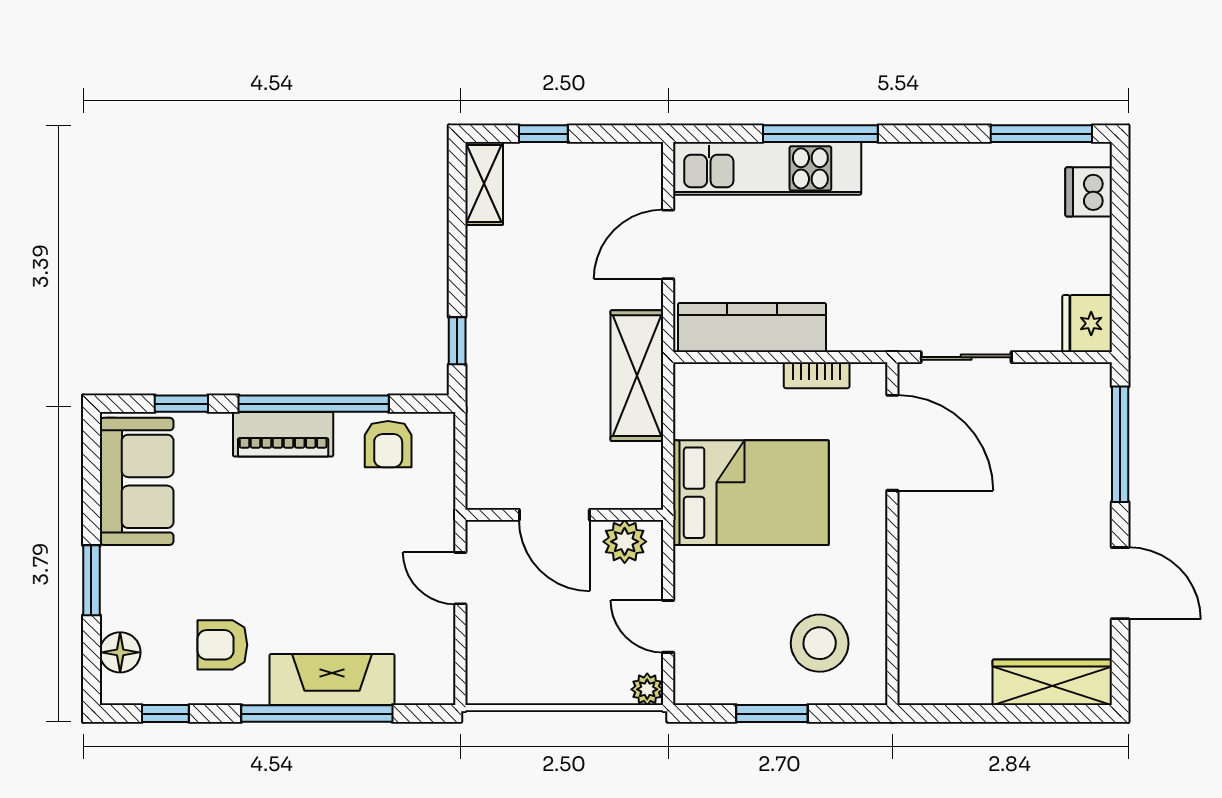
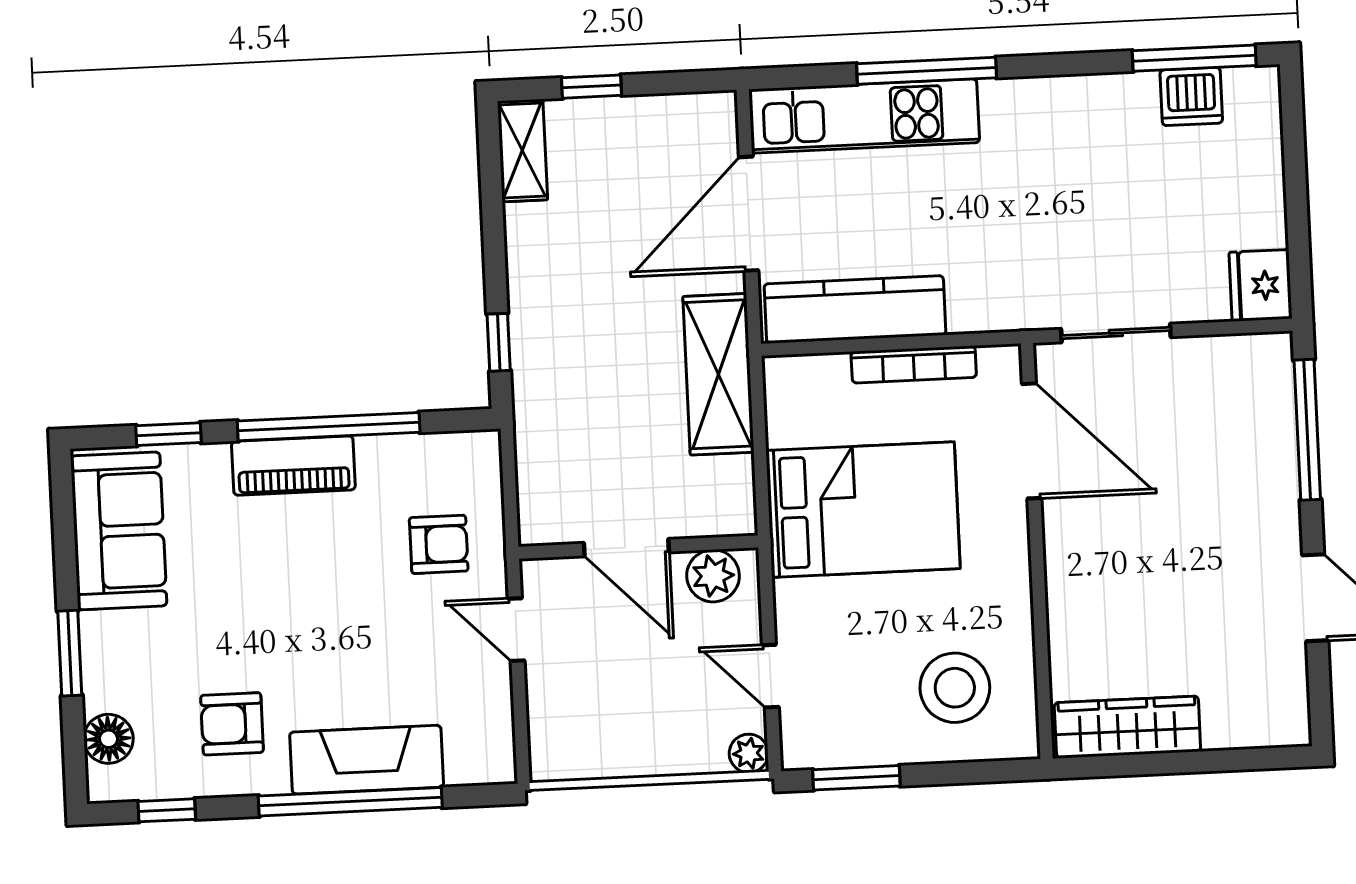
dishwasher: (1089, 192) -> (1191, 96), moved, turned -90
door: (668, 244) -> (749, 214), width x1.36
bookcase: (817, 375) -> (914, 365), width x1.56
armchair: (388, 444) -> (439, 544), moved, turned -90
wardrobe: (1052, 682) -> (1127, 727), moved
window: (772, 714) -> (856, 778), moved

